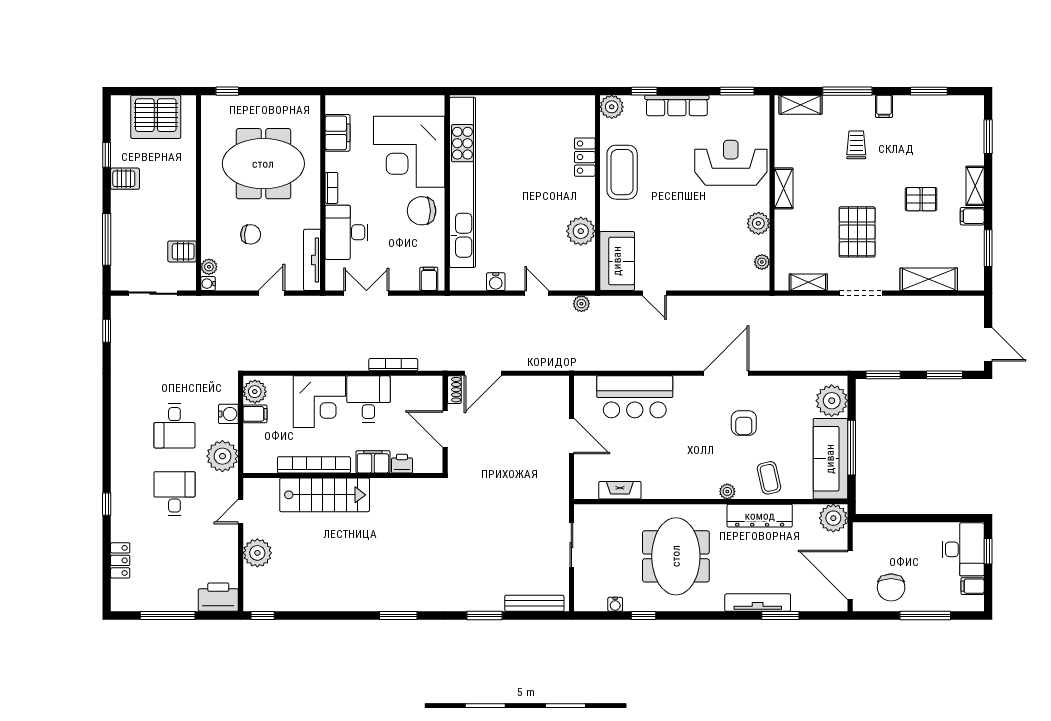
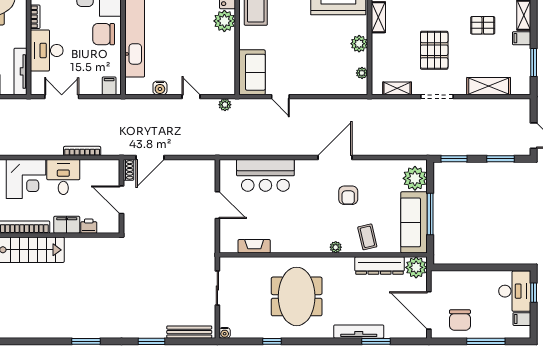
plant: (581, 231) -> (224, 21), moved
dresser: (760, 516) -> (380, 266), moved
water cooler: (615, 604) -> (225, 333), moved

